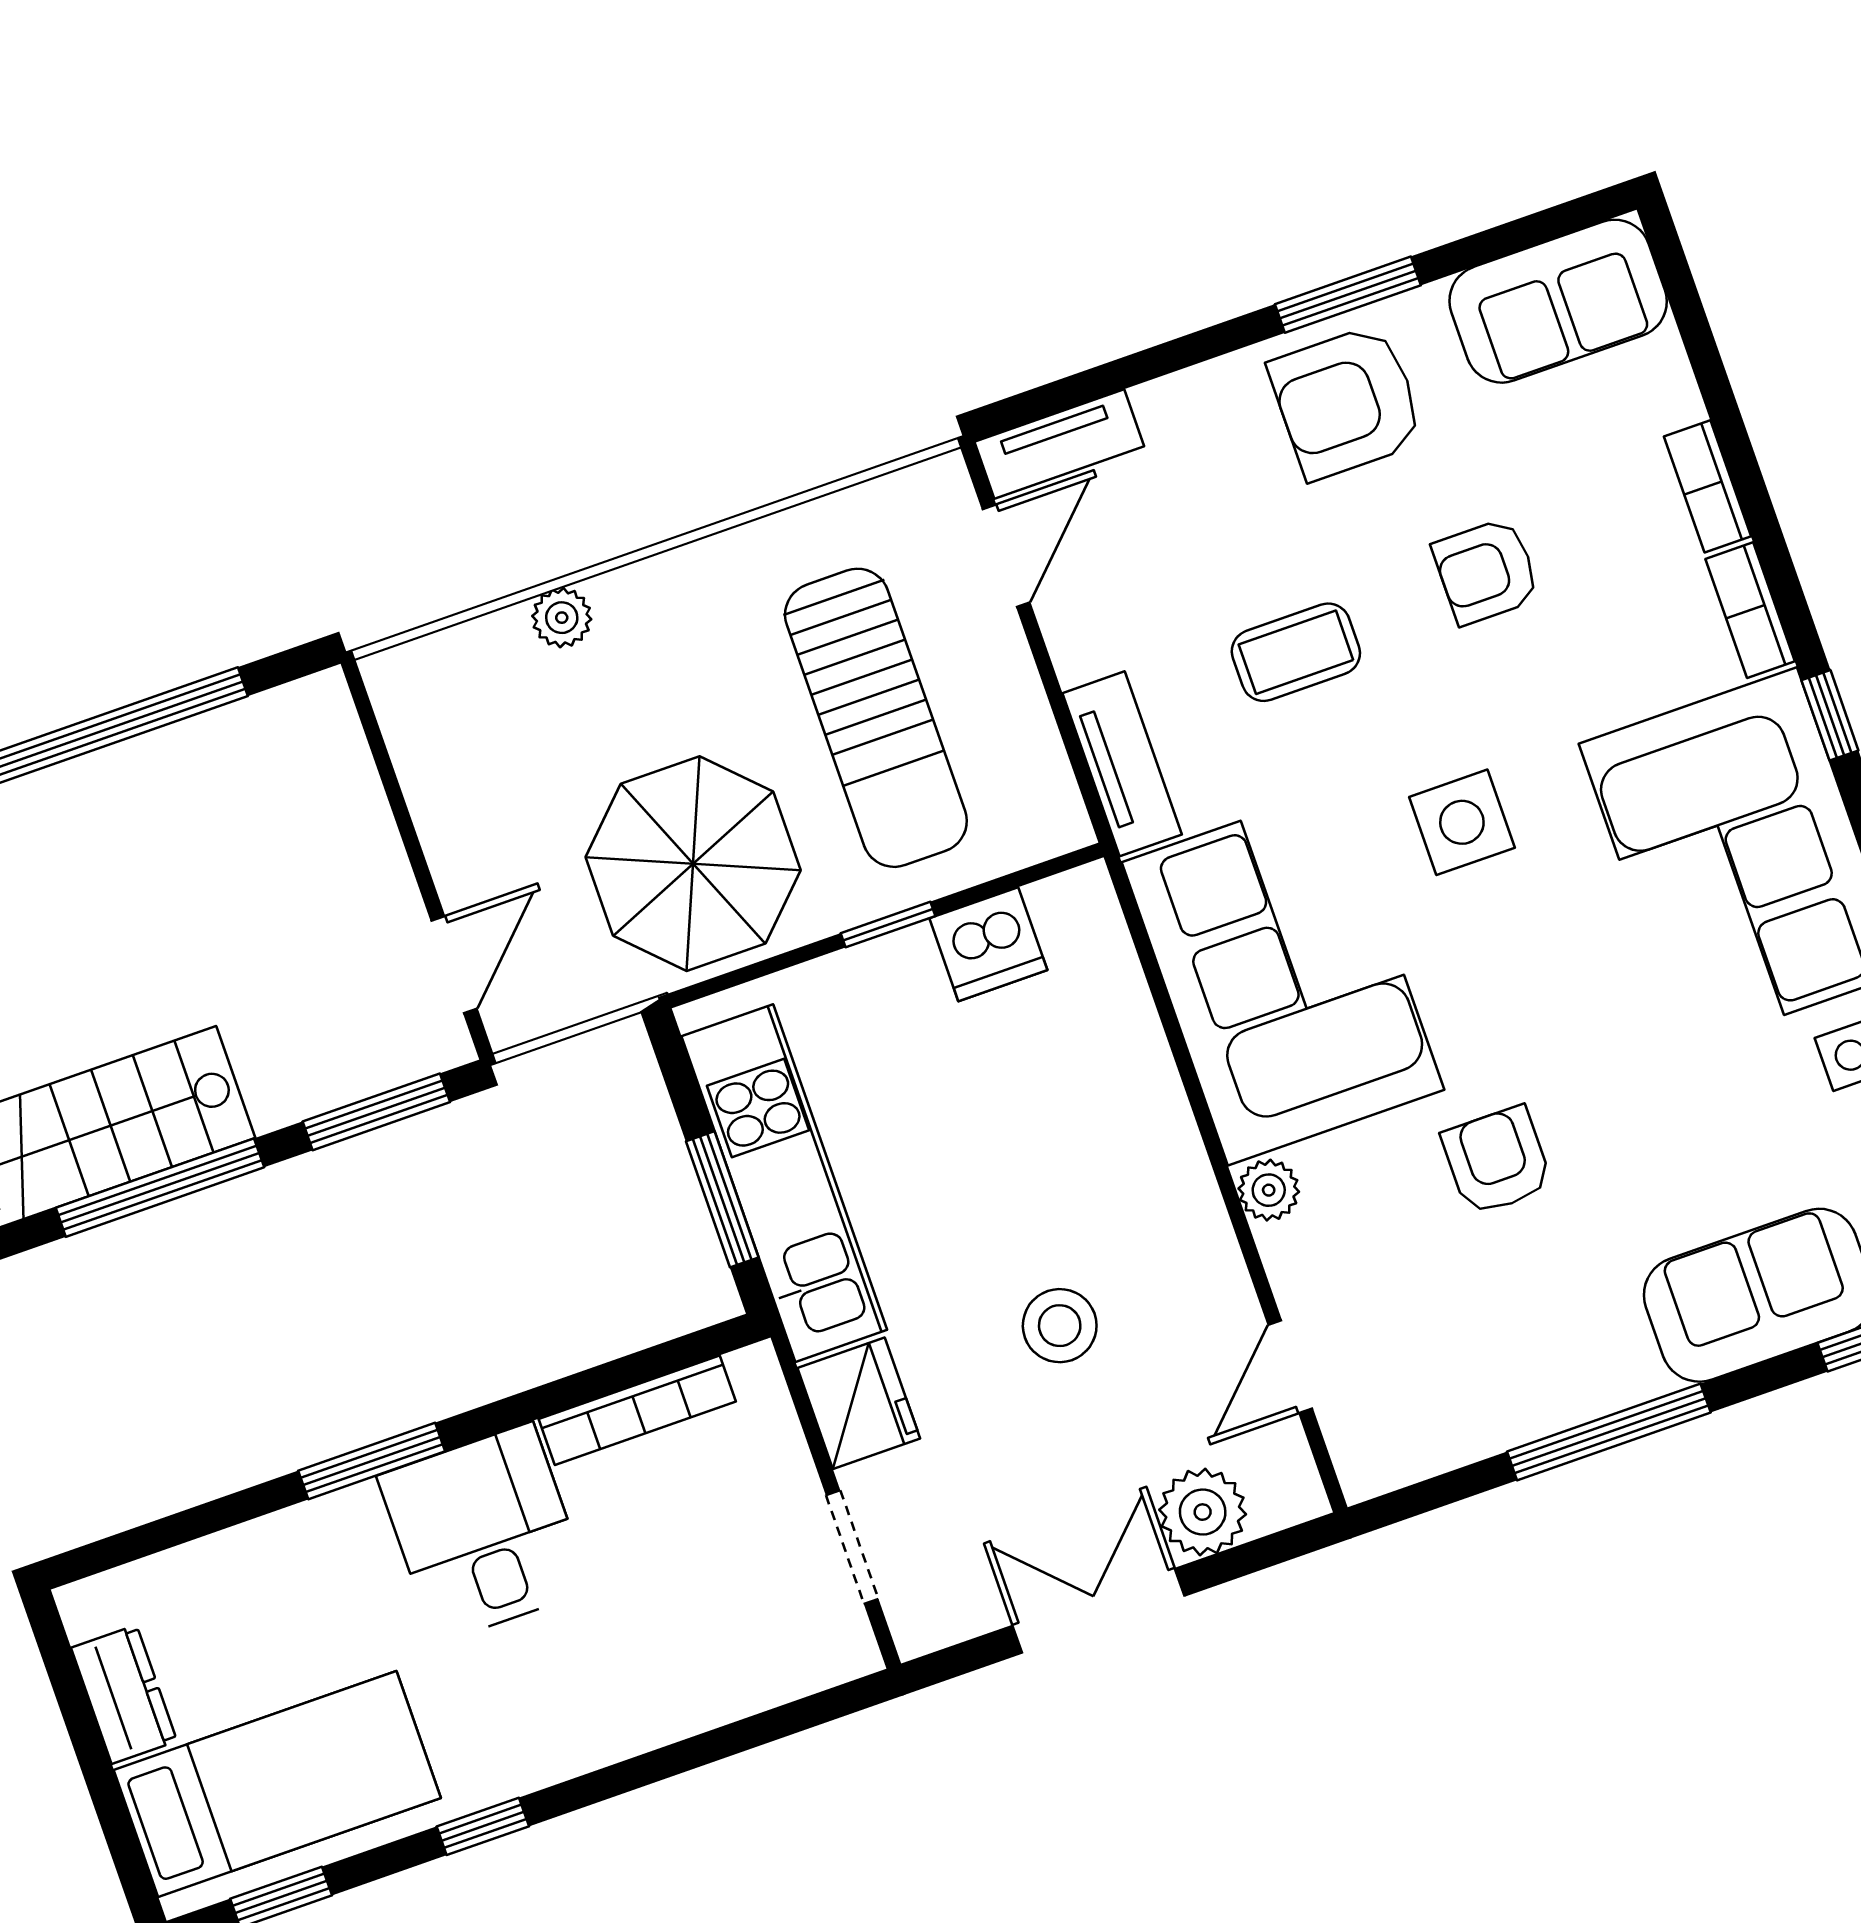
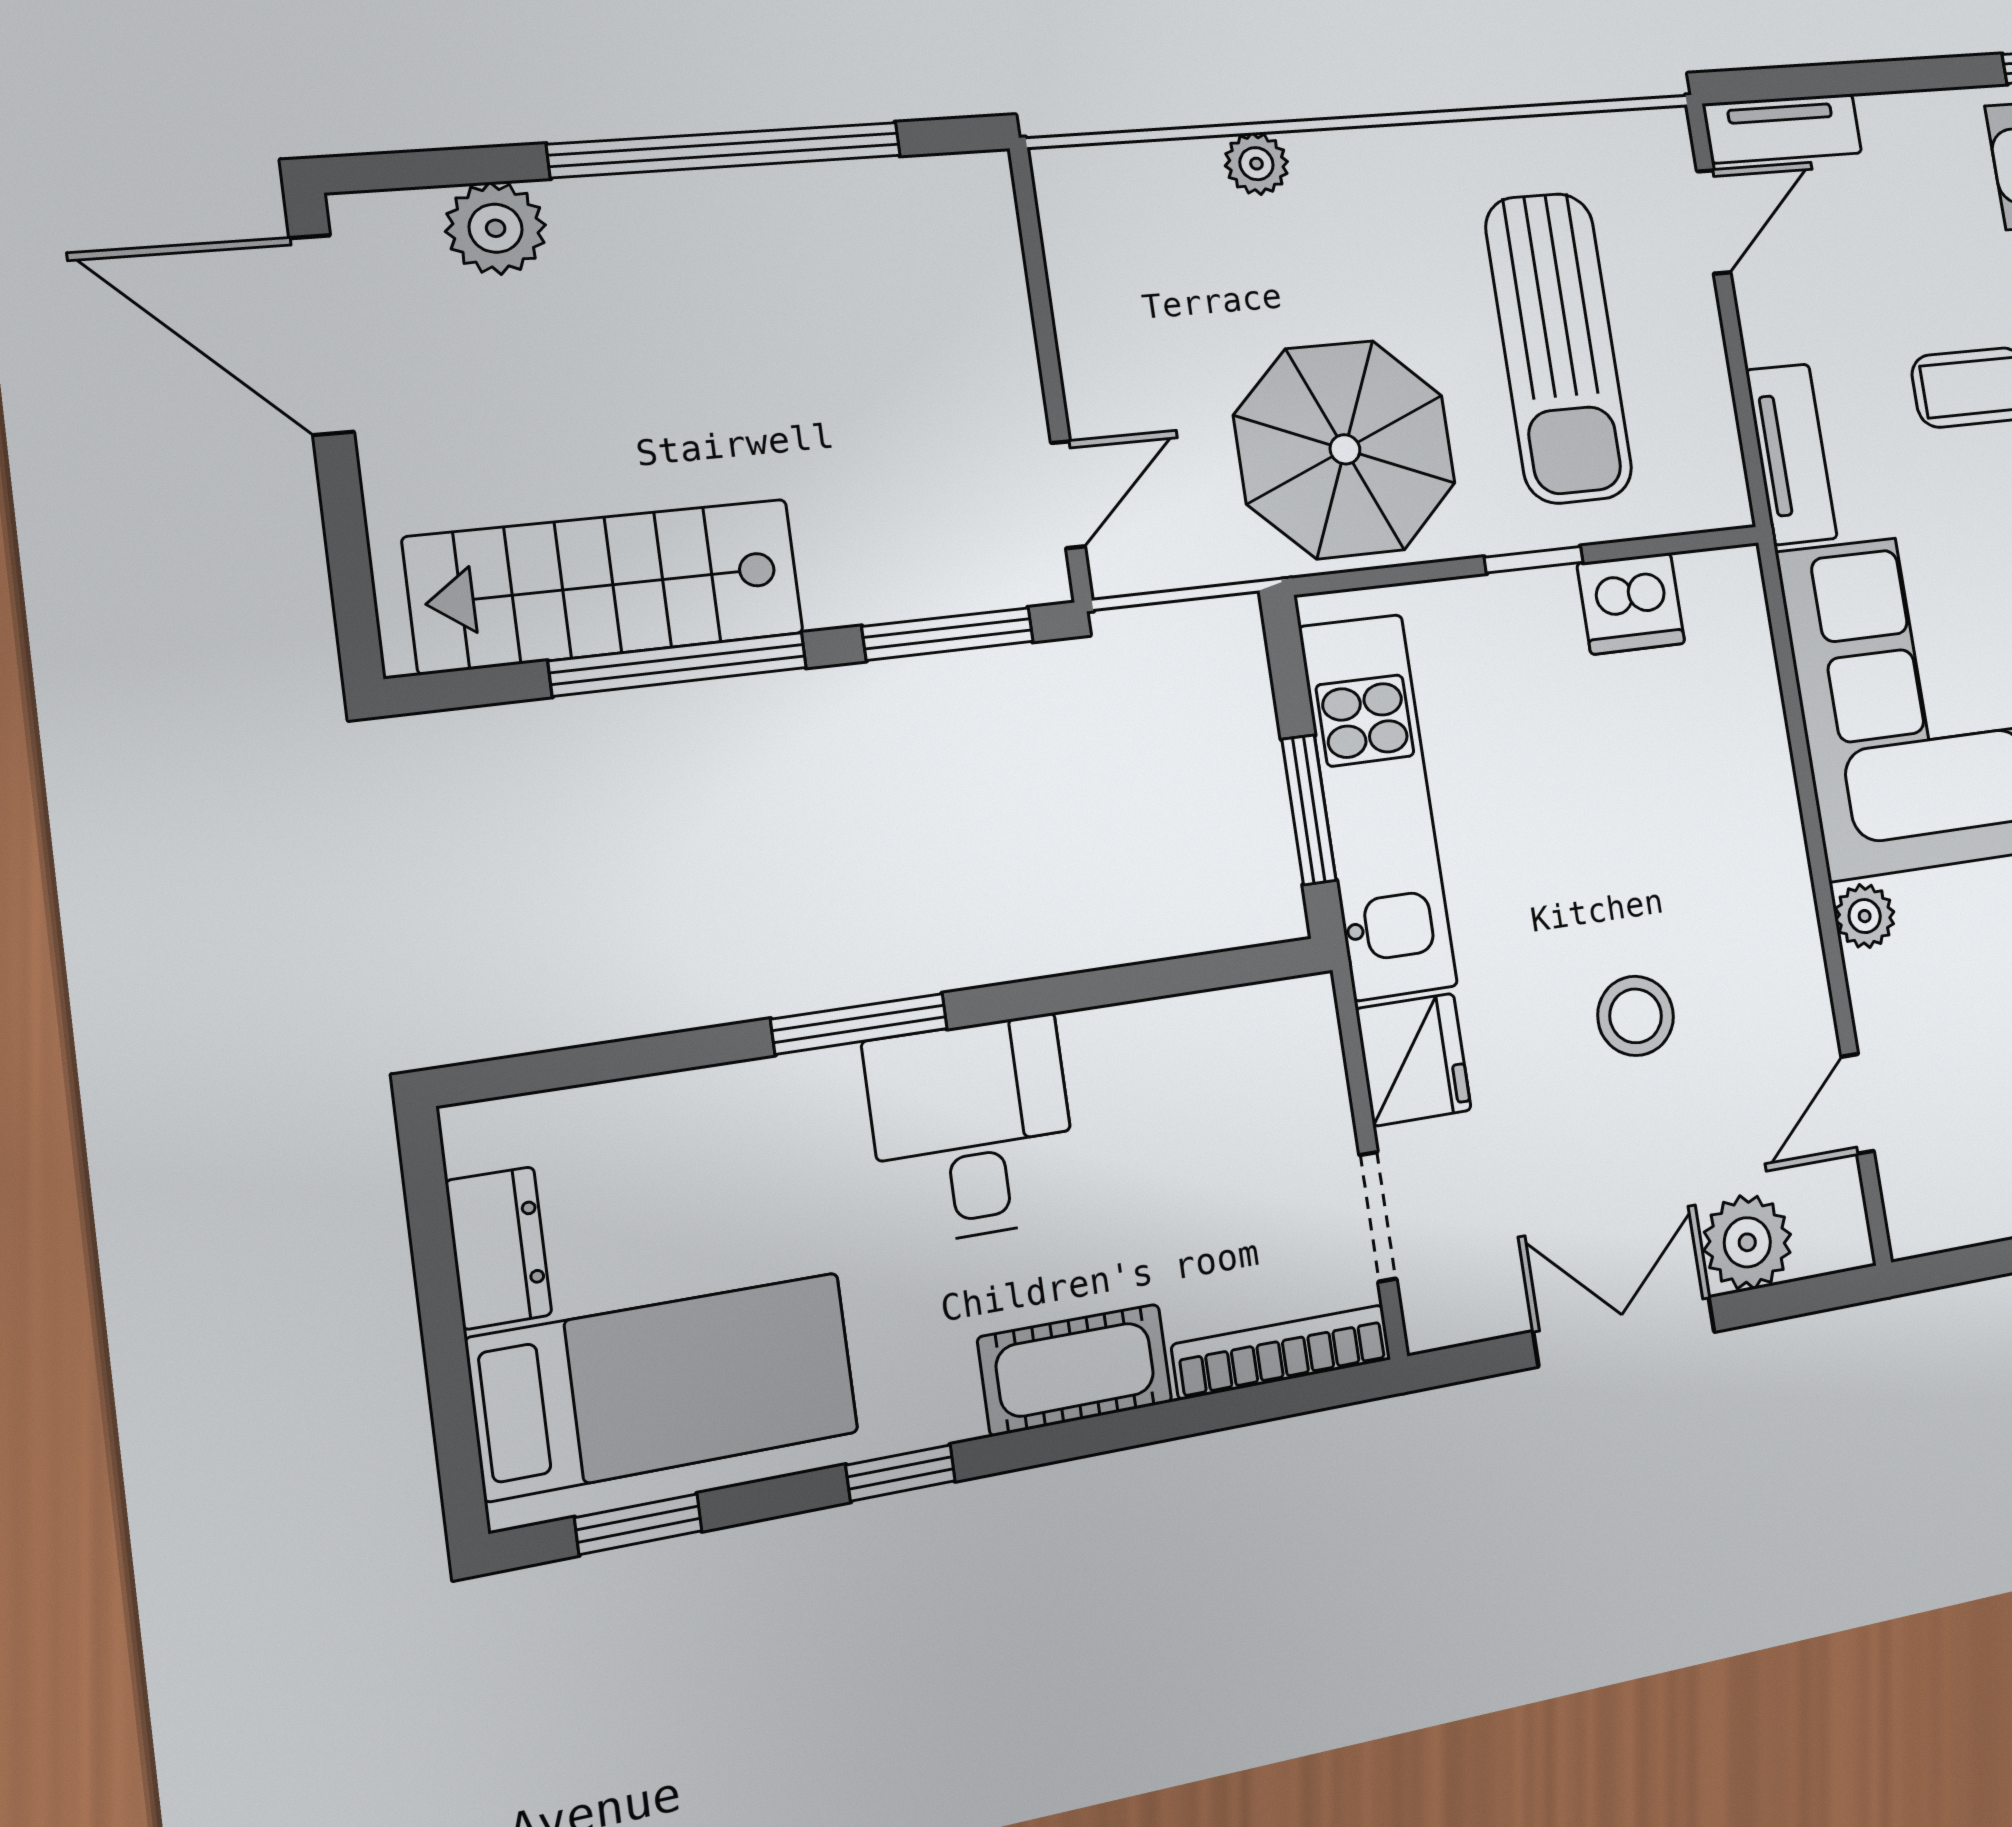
bookcase: (637, 1410) -> (1282, 1352), moved, turned 180
cot: (611, 1720) -> (1075, 1370), added

